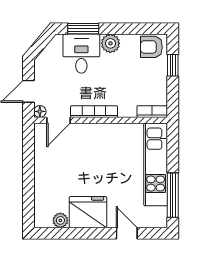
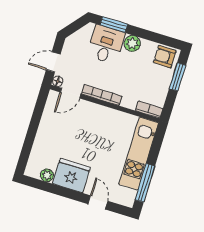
window: (173, 65) -> (177, 77), width x1.50

